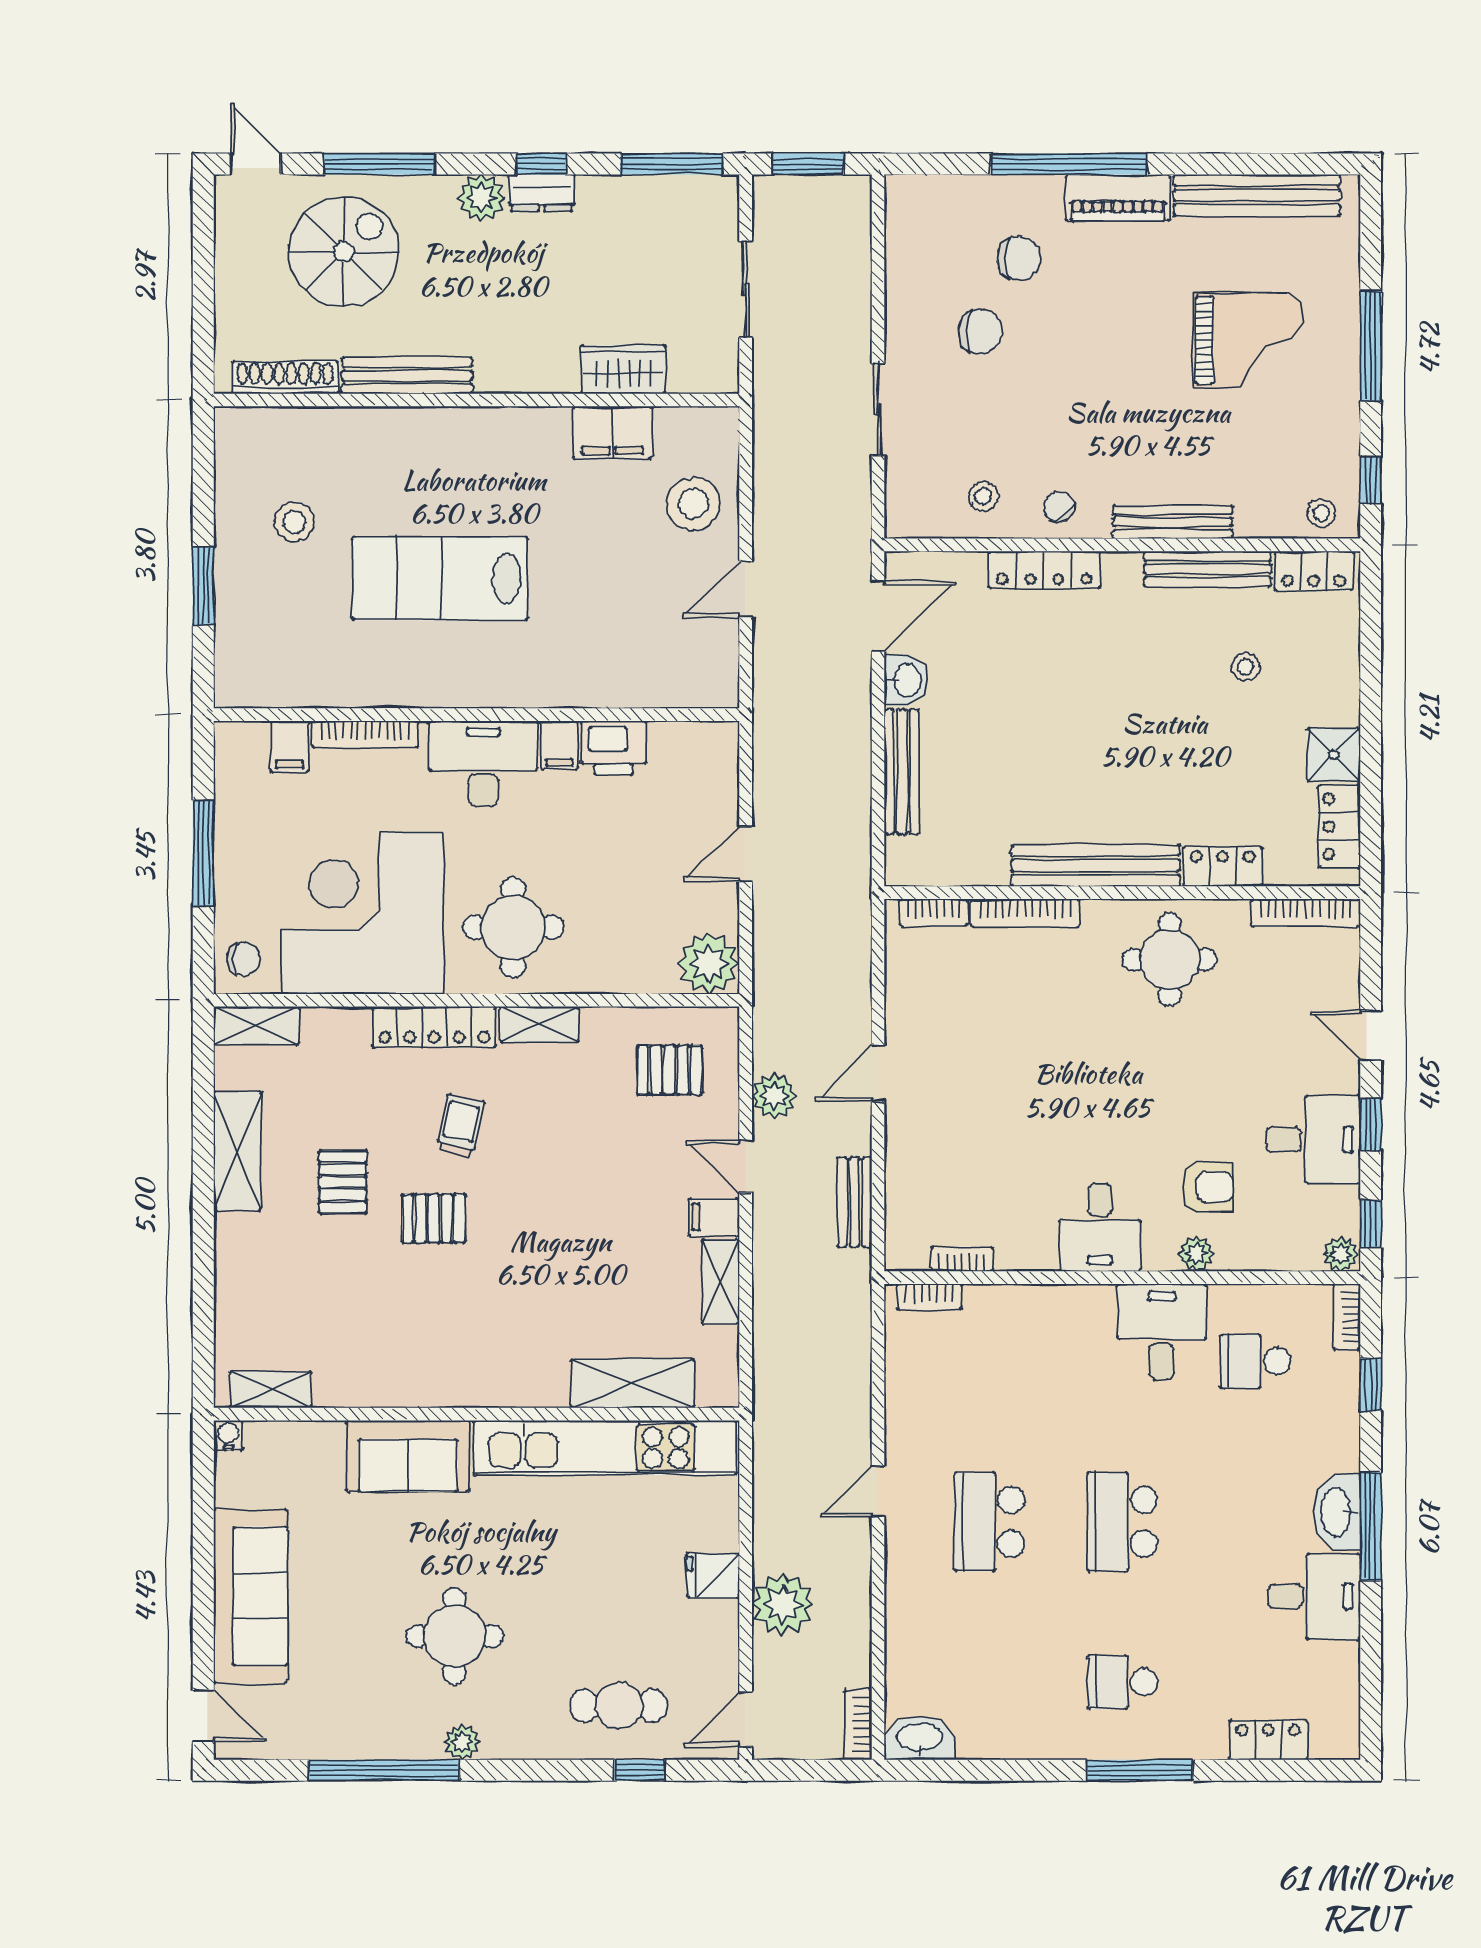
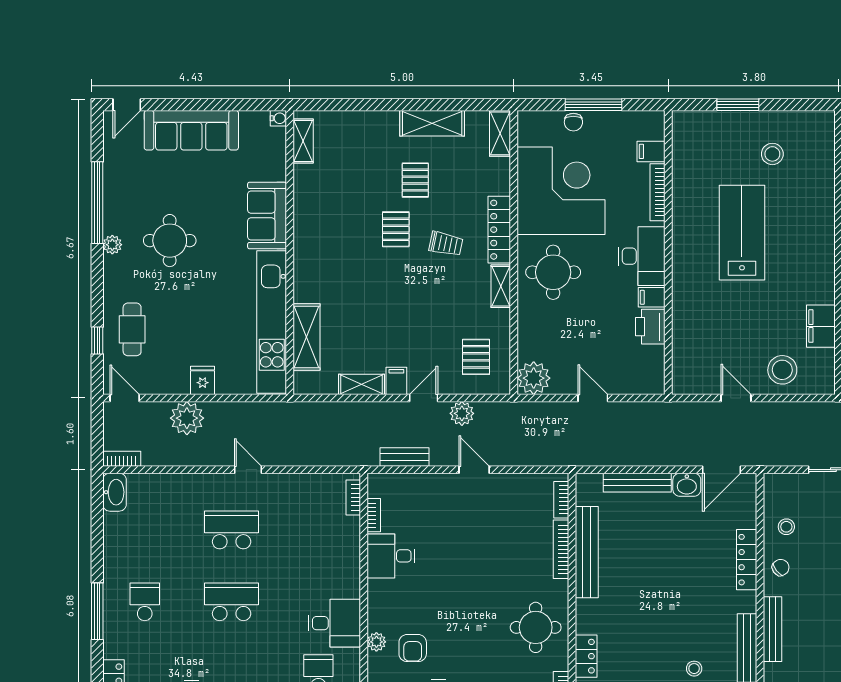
door: (878, 616) -> (721, 470), hinge flipped
bench: (1096, 865) -> (587, 552), moved
chair: (244, 959) -> (573, 122), moved
pallet: (343, 1182) -> (415, 180), turned 90
desk: (1100, 1227) -> (391, 556), moved

